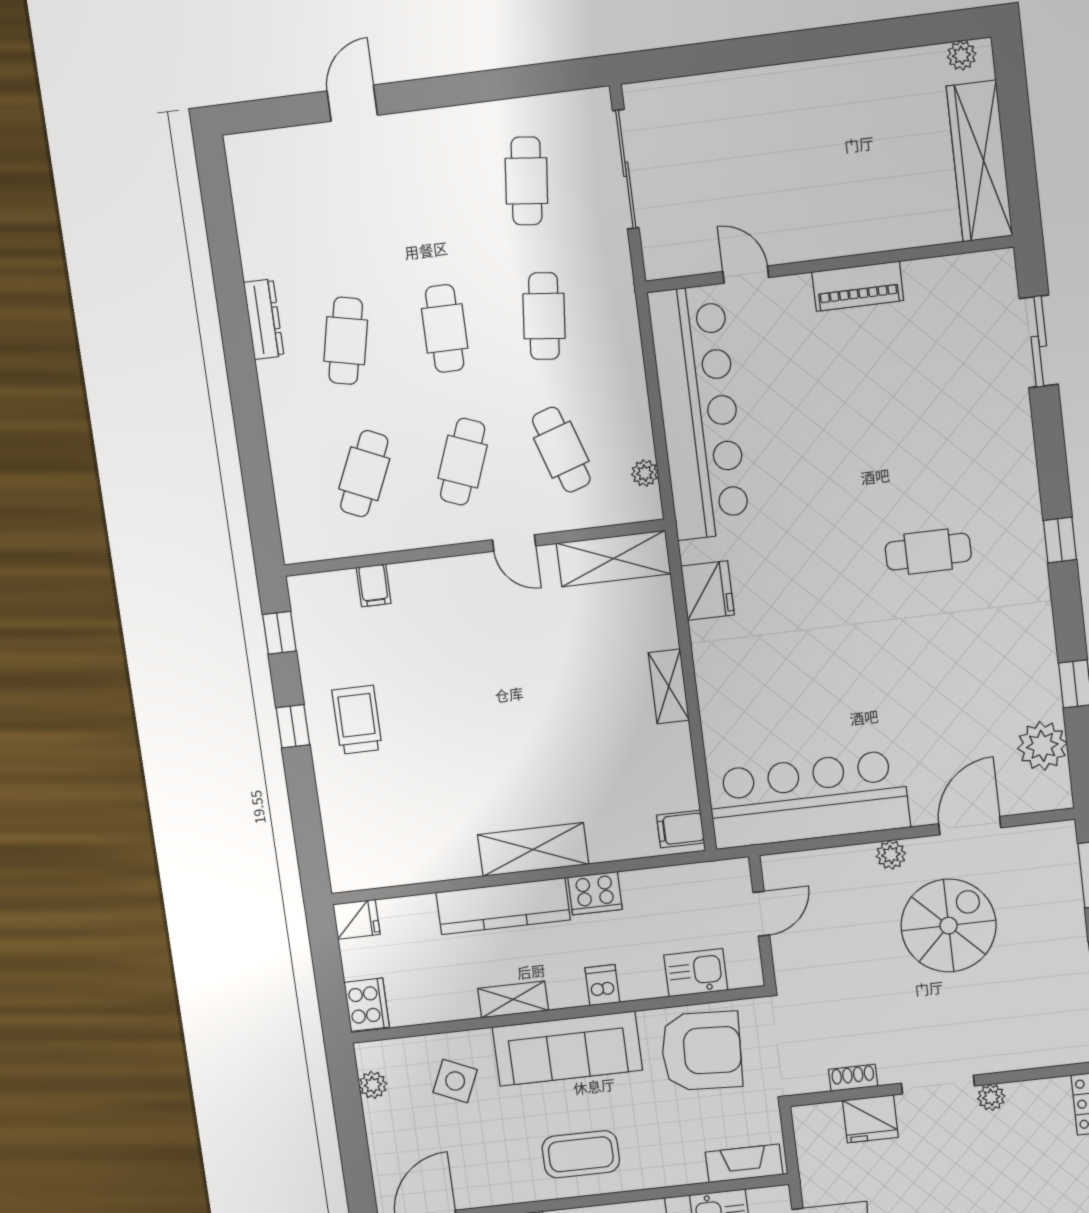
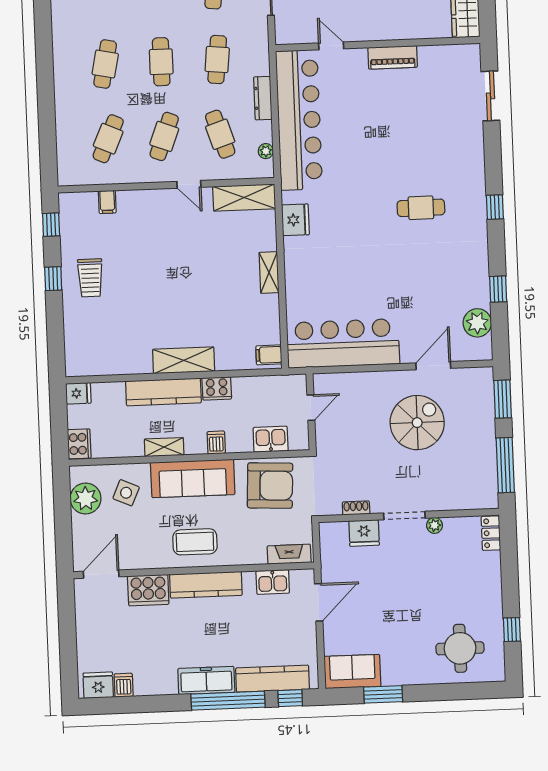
dresser: (264, 319) -> (263, 98), moved, turned 180
trolley: (357, 720) -> (90, 278), turned 180
plant: (891, 855) -> (387, 379), removed
plant: (373, 1085) -> (86, 499), width x1.87, depth x1.87

